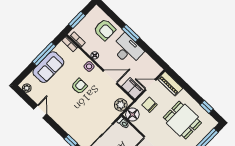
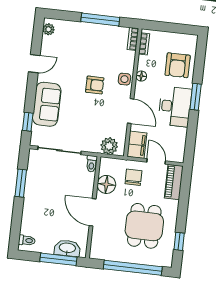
window: (77, 20) -> (165, 27), removed
sofa: (48, 67) -> (47, 104), moved, turned -90
floor lamp: (132, 114) -> (106, 184), moved

